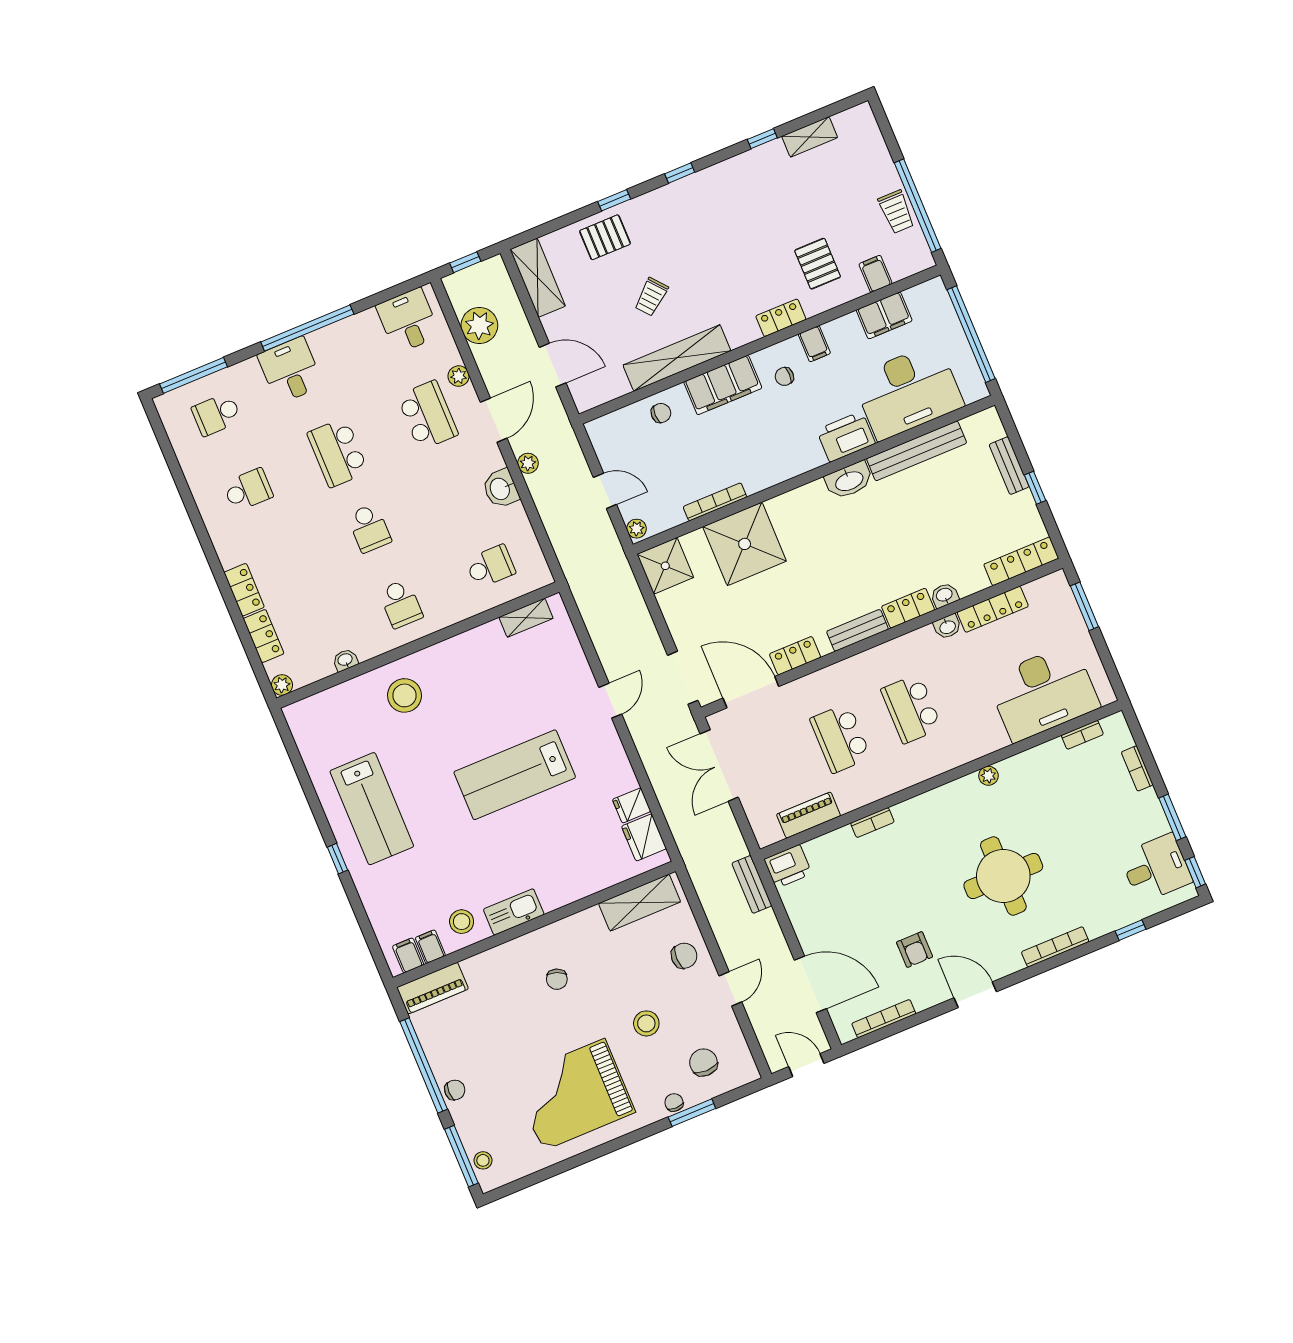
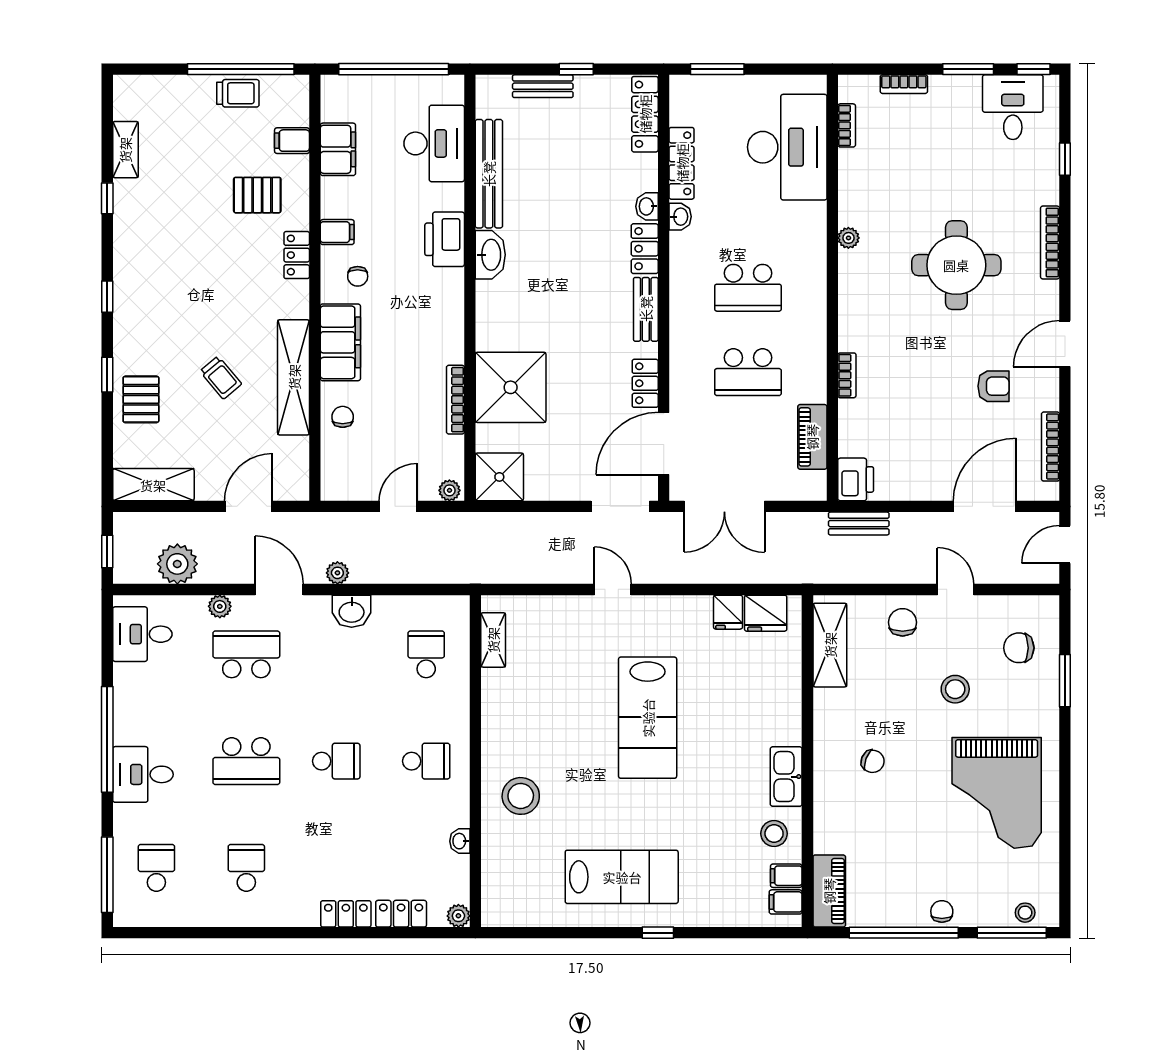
desk: (908, 392) -> (434, 143), width x0.73, depth x0.77
school desk: (217, 414) -> (156, 868), turned 180
chair: (674, 1102) -> (1047, 695), removed

